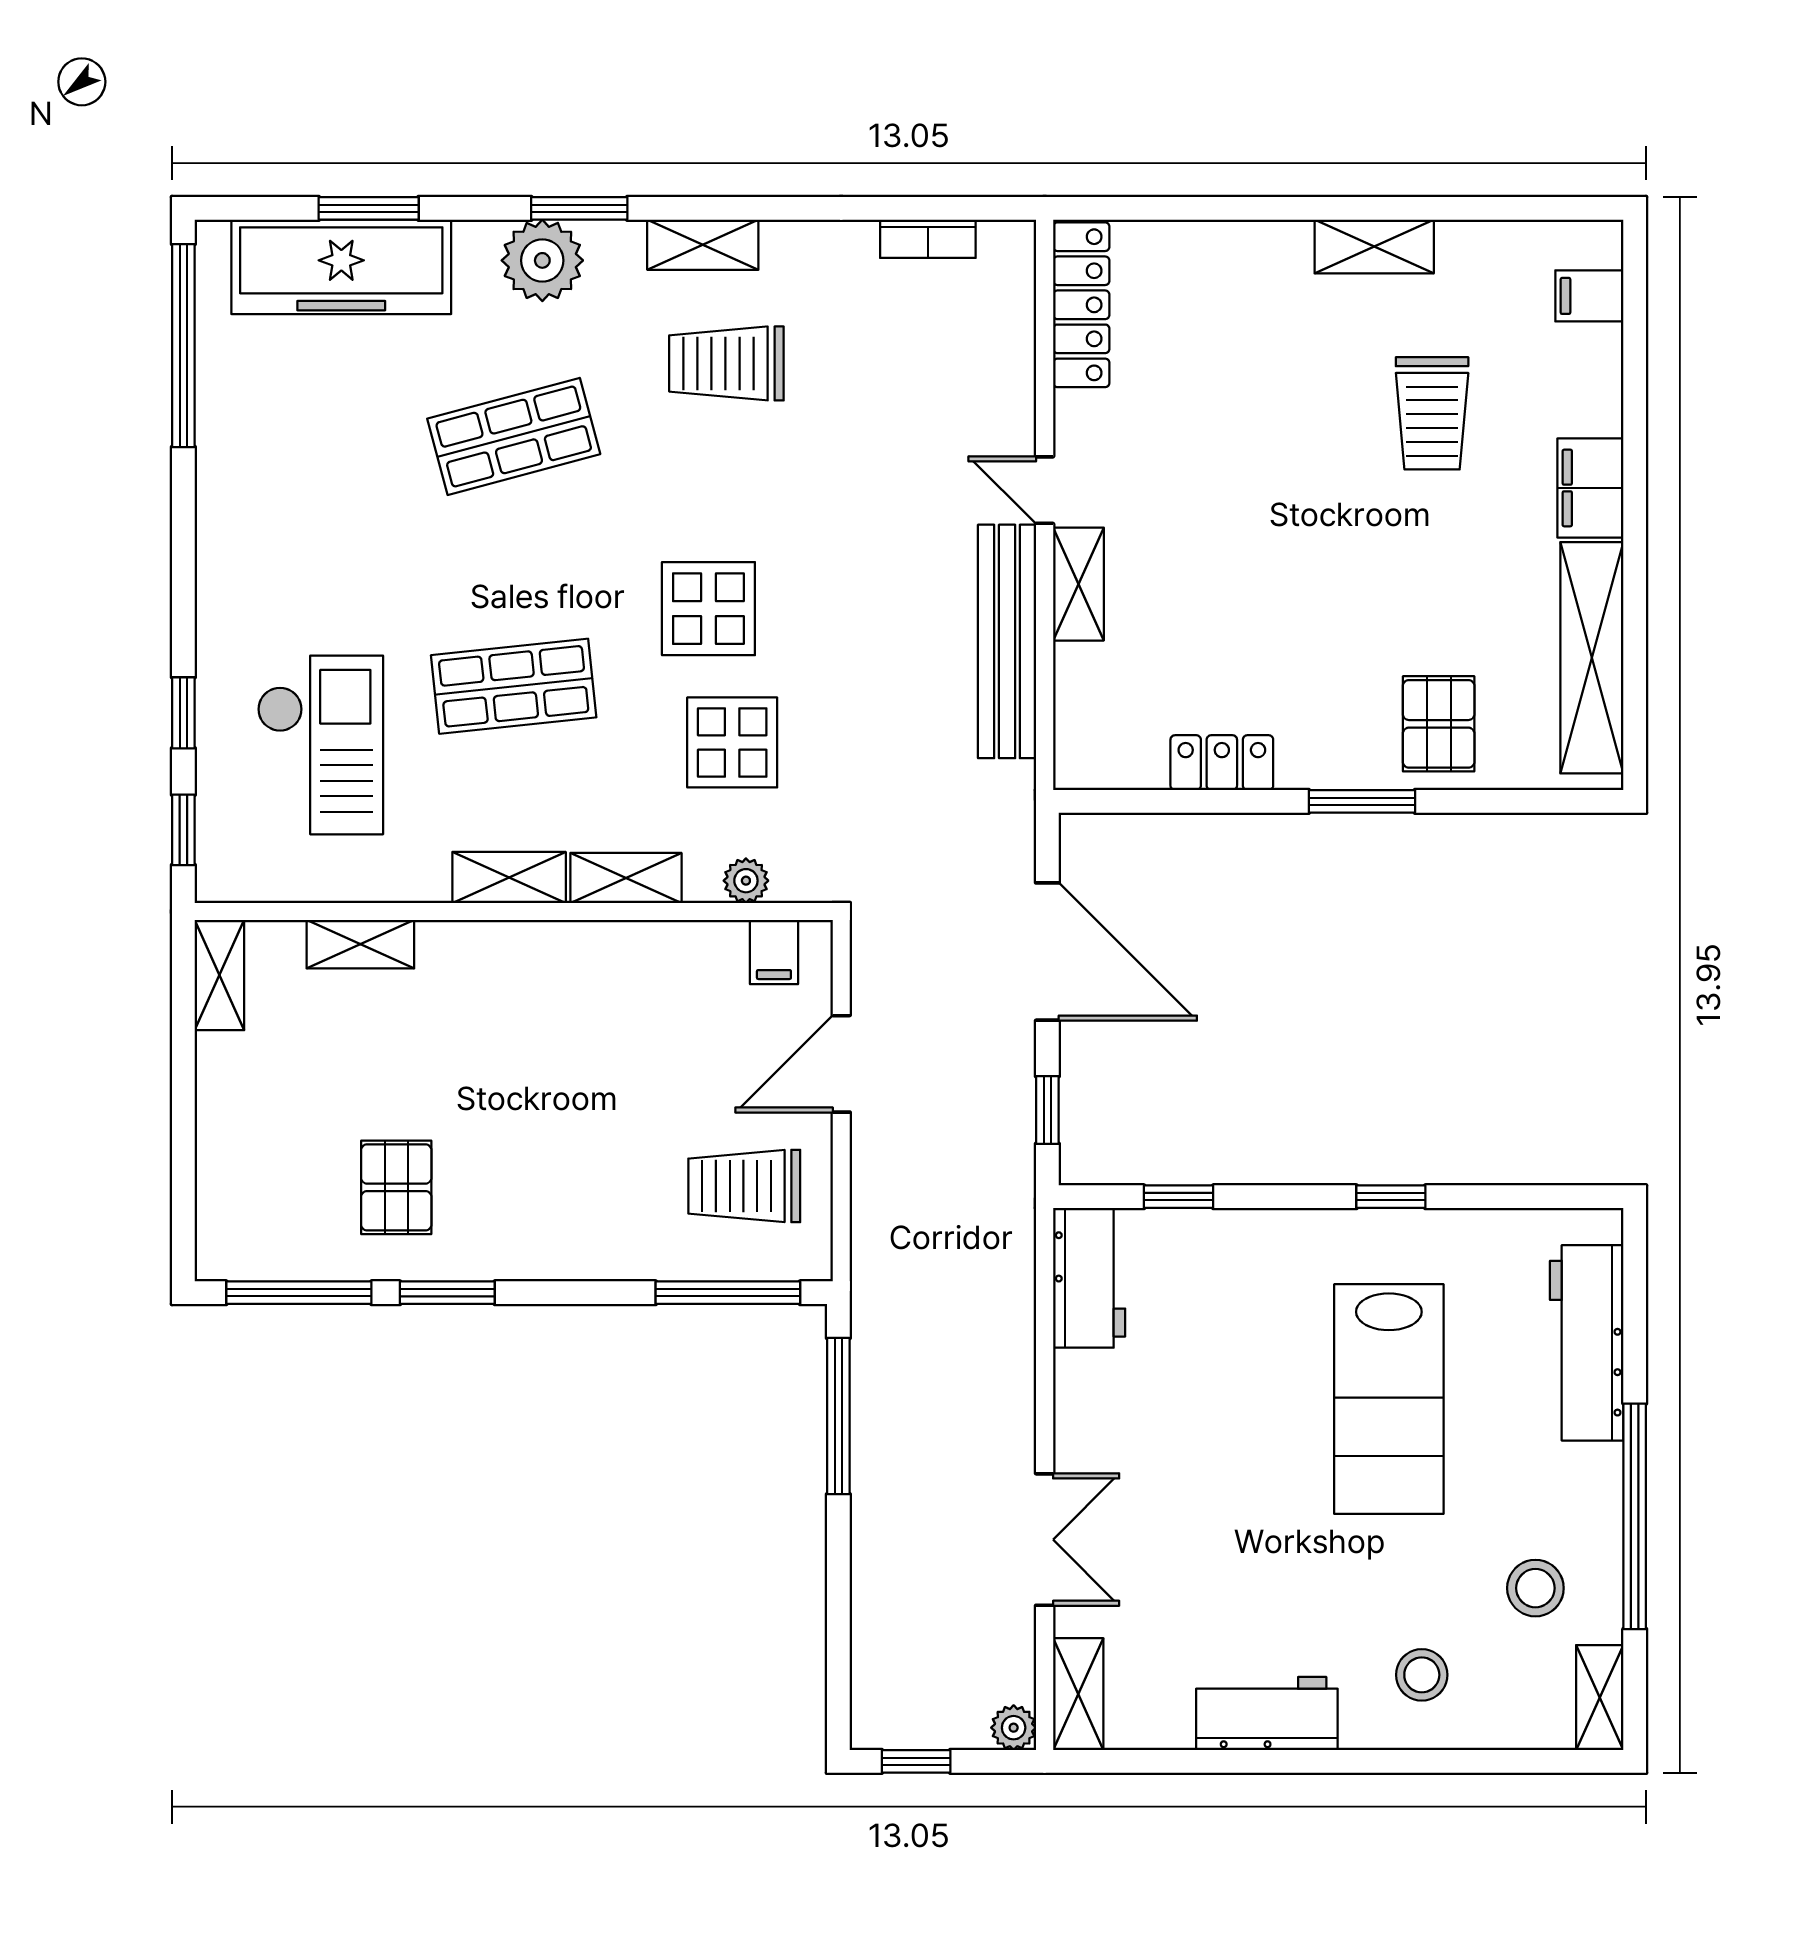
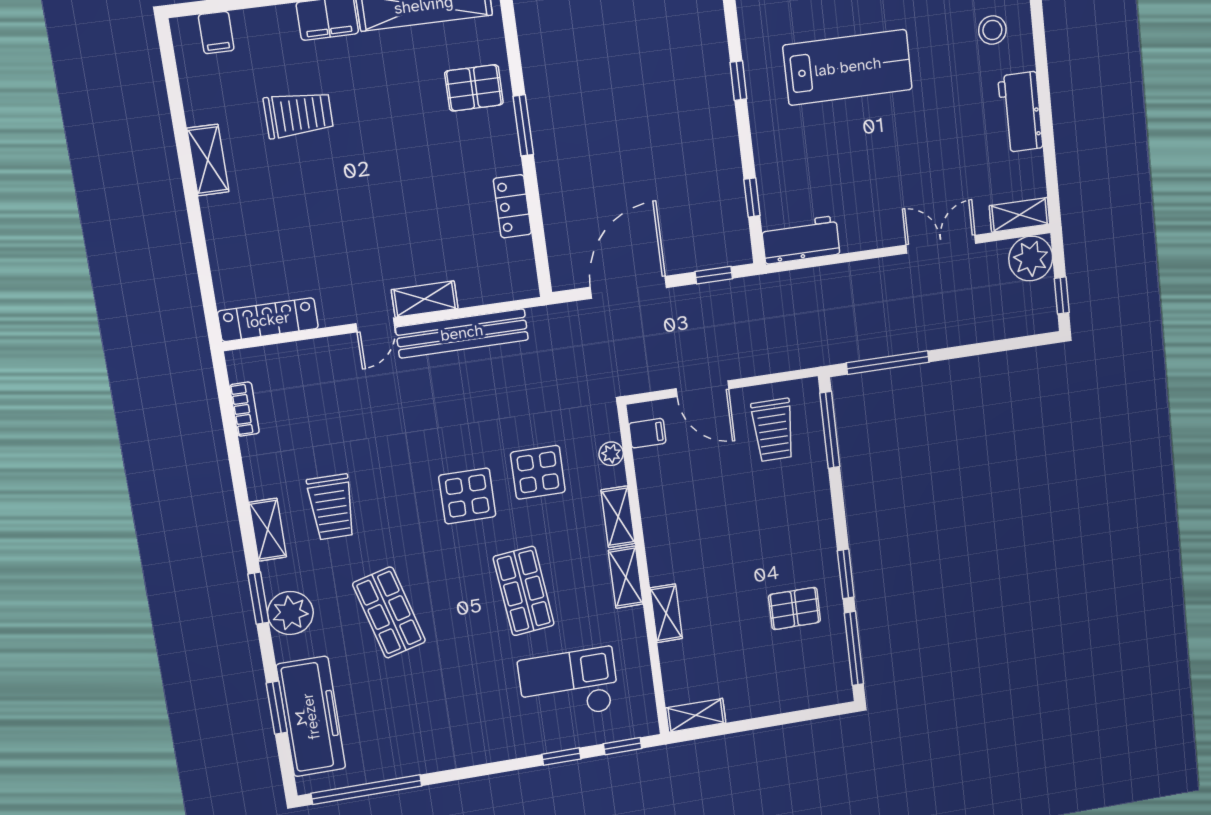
shelving: (360, 944) -> (666, 613), moved
plant: (1014, 1728) -> (1031, 259), width x1.88, depth x1.88

